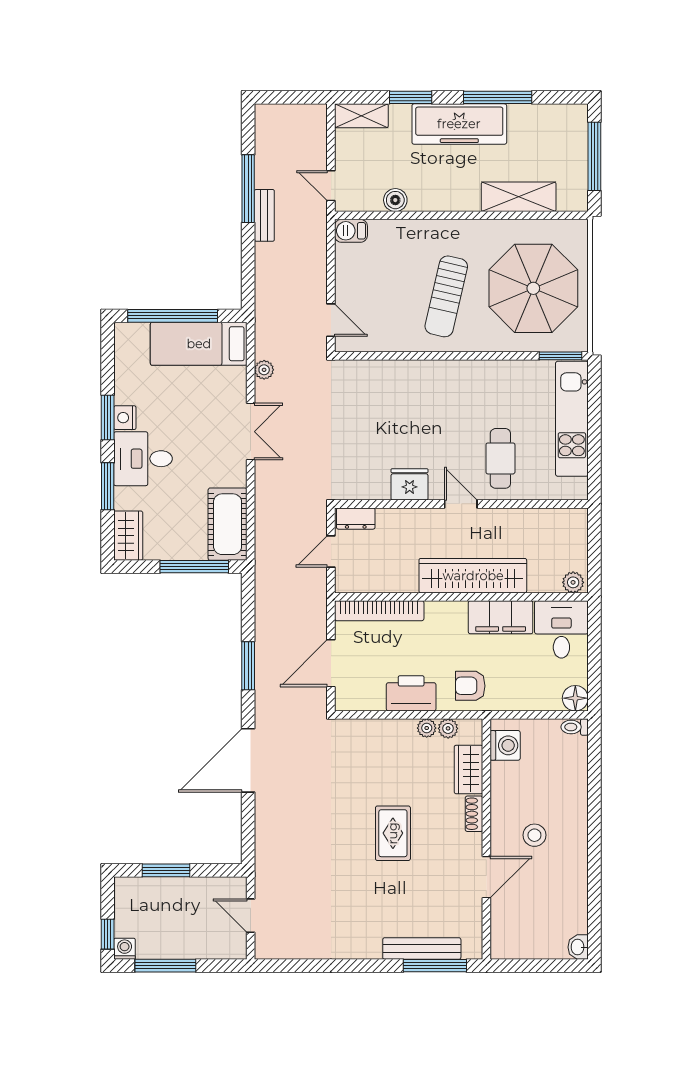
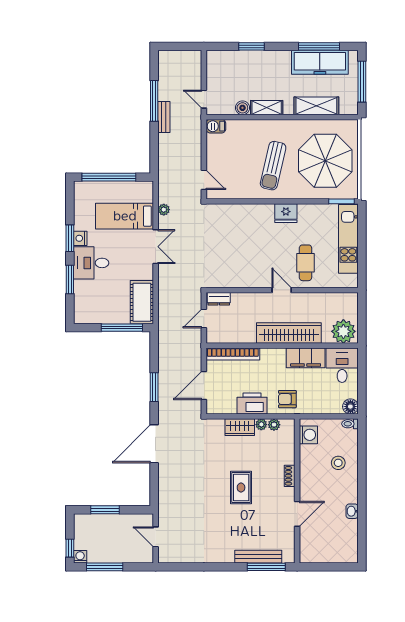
window: (498, 97) -> (319, 46), moved
shelving: (361, 116) -> (267, 108), moved
freezer: (459, 124) -> (320, 62), moved
bed: (199, 344) -> (125, 216), moved
fridge: (410, 484) -> (286, 213), moved, turned 180
wardrobe: (128, 536) -> (82, 309), removed
plant: (573, 582) -> (343, 331), width x1.87, depth x1.87
wardrobe: (469, 769) -> (240, 427), moved, turned -90
stool: (534, 835) -> (338, 463), moved
washbasin: (578, 947) -> (352, 511), moved

